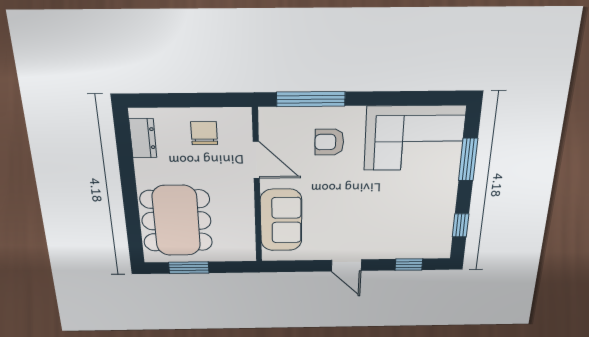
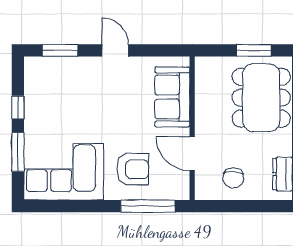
armchair: (329, 142) -> (133, 169), width x1.38, depth x1.38
window: (461, 225) -> (18, 107), moved
window: (409, 265) -> (60, 50), width x1.50

